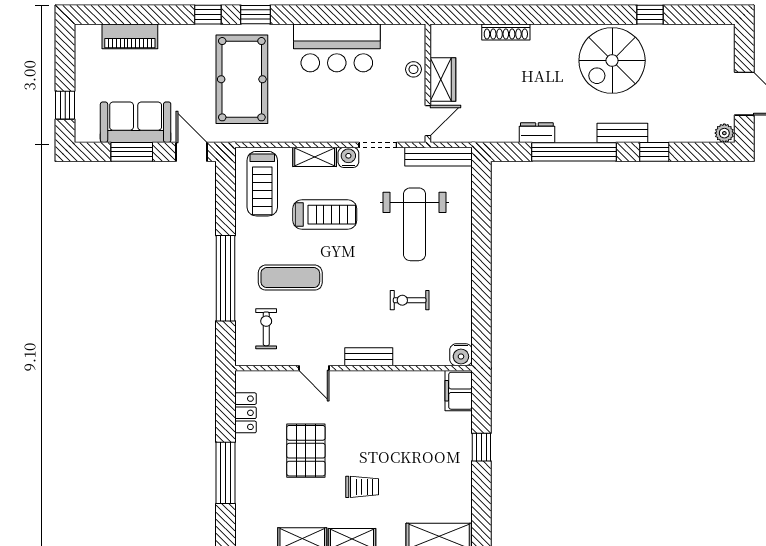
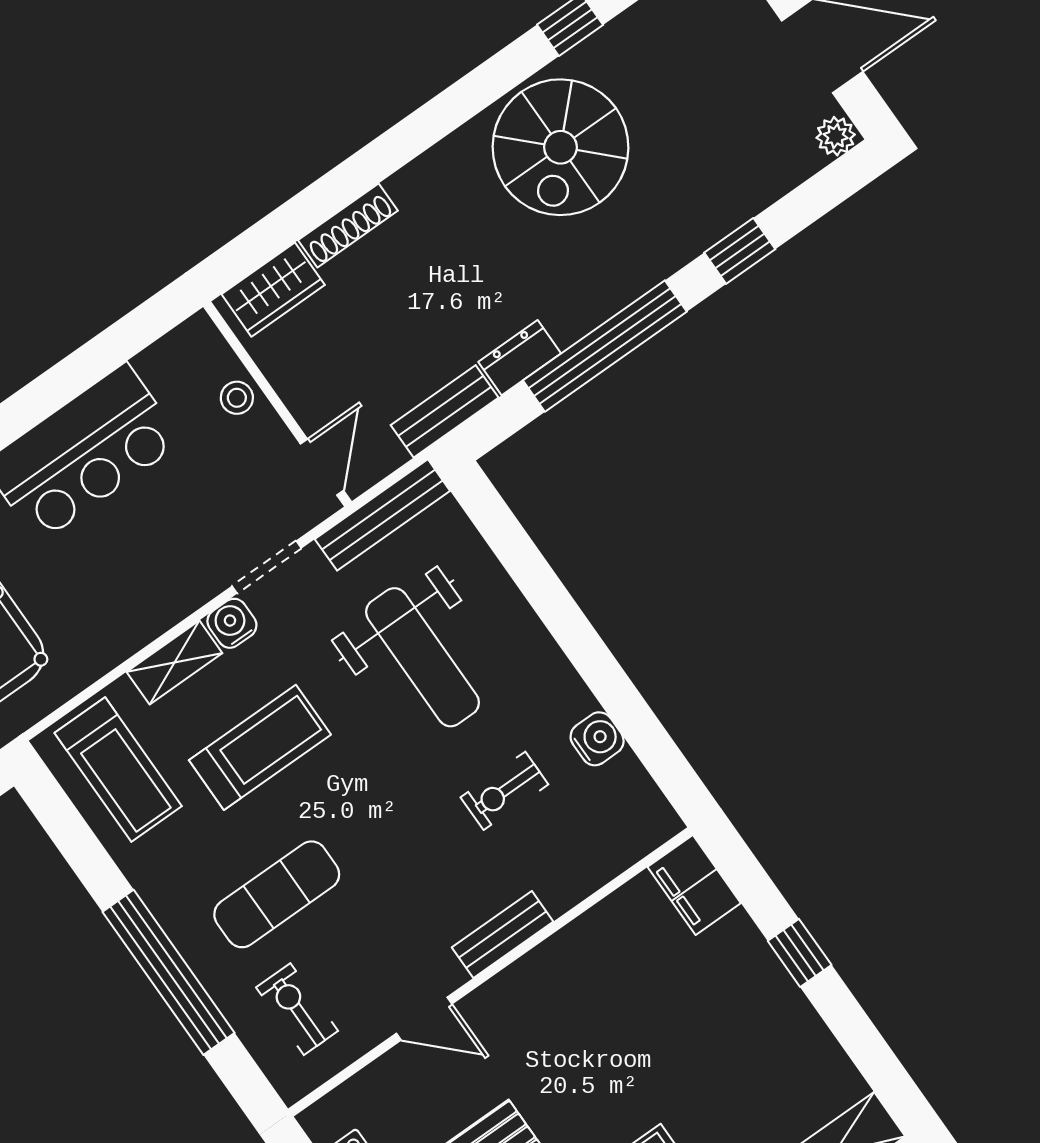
wardrobe: (443, 79) -> (273, 290), moved, turned 90
bench: (622, 133) -> (445, 411), moved
water cooler: (461, 355) -> (597, 739), moved, turned -90

